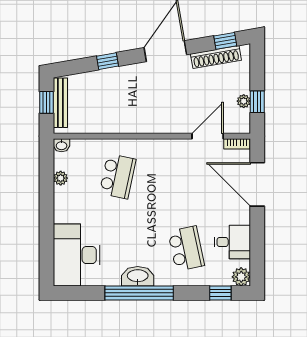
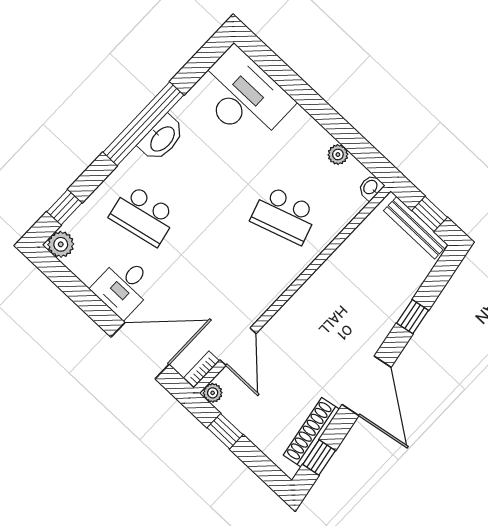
plant: (244, 101) -> (213, 393), moved
school desk: (118, 176) -> (284, 215), turned -30
desk: (232, 242) -> (124, 287), moved

